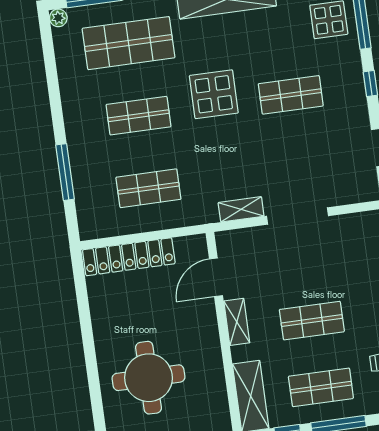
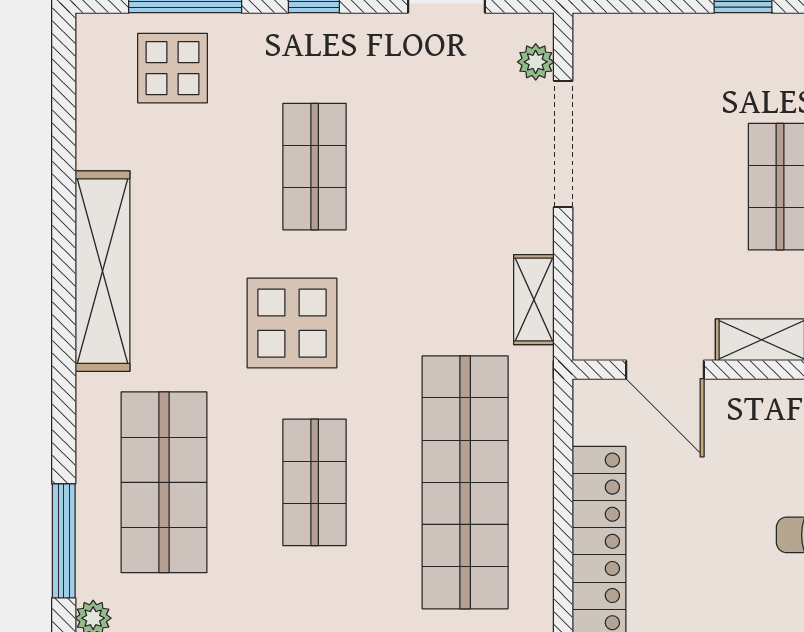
shop shelf: (148, 188) -> (465, 482), width x2.00, depth x1.36
plant: (356, 195) -> (536, 62), added
doorway: (297, 216) -> (563, 144), moved

